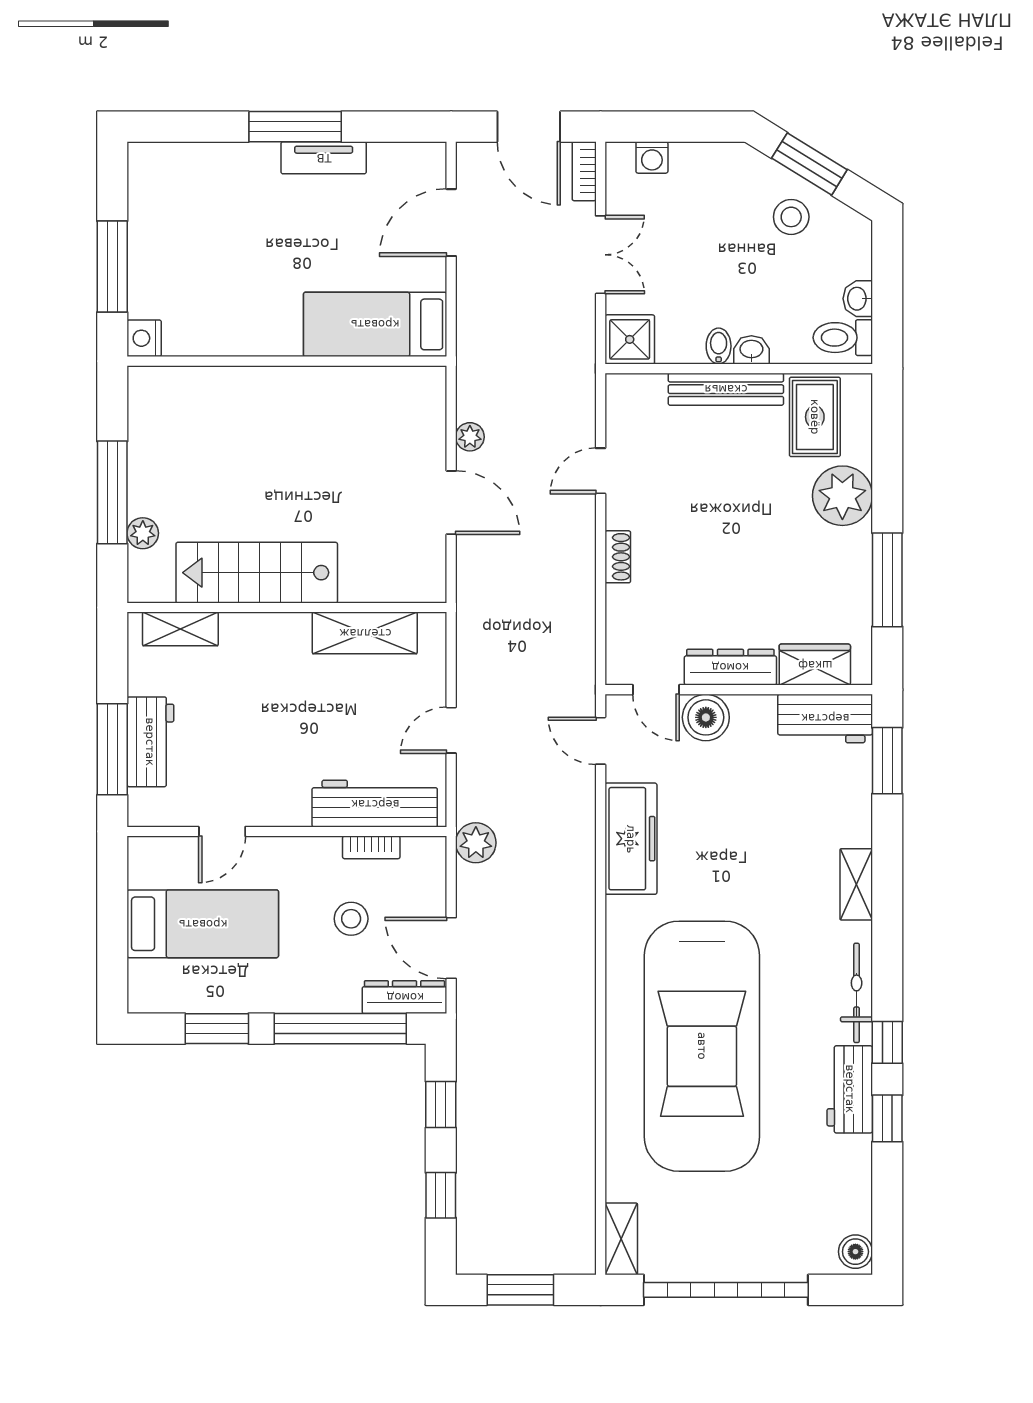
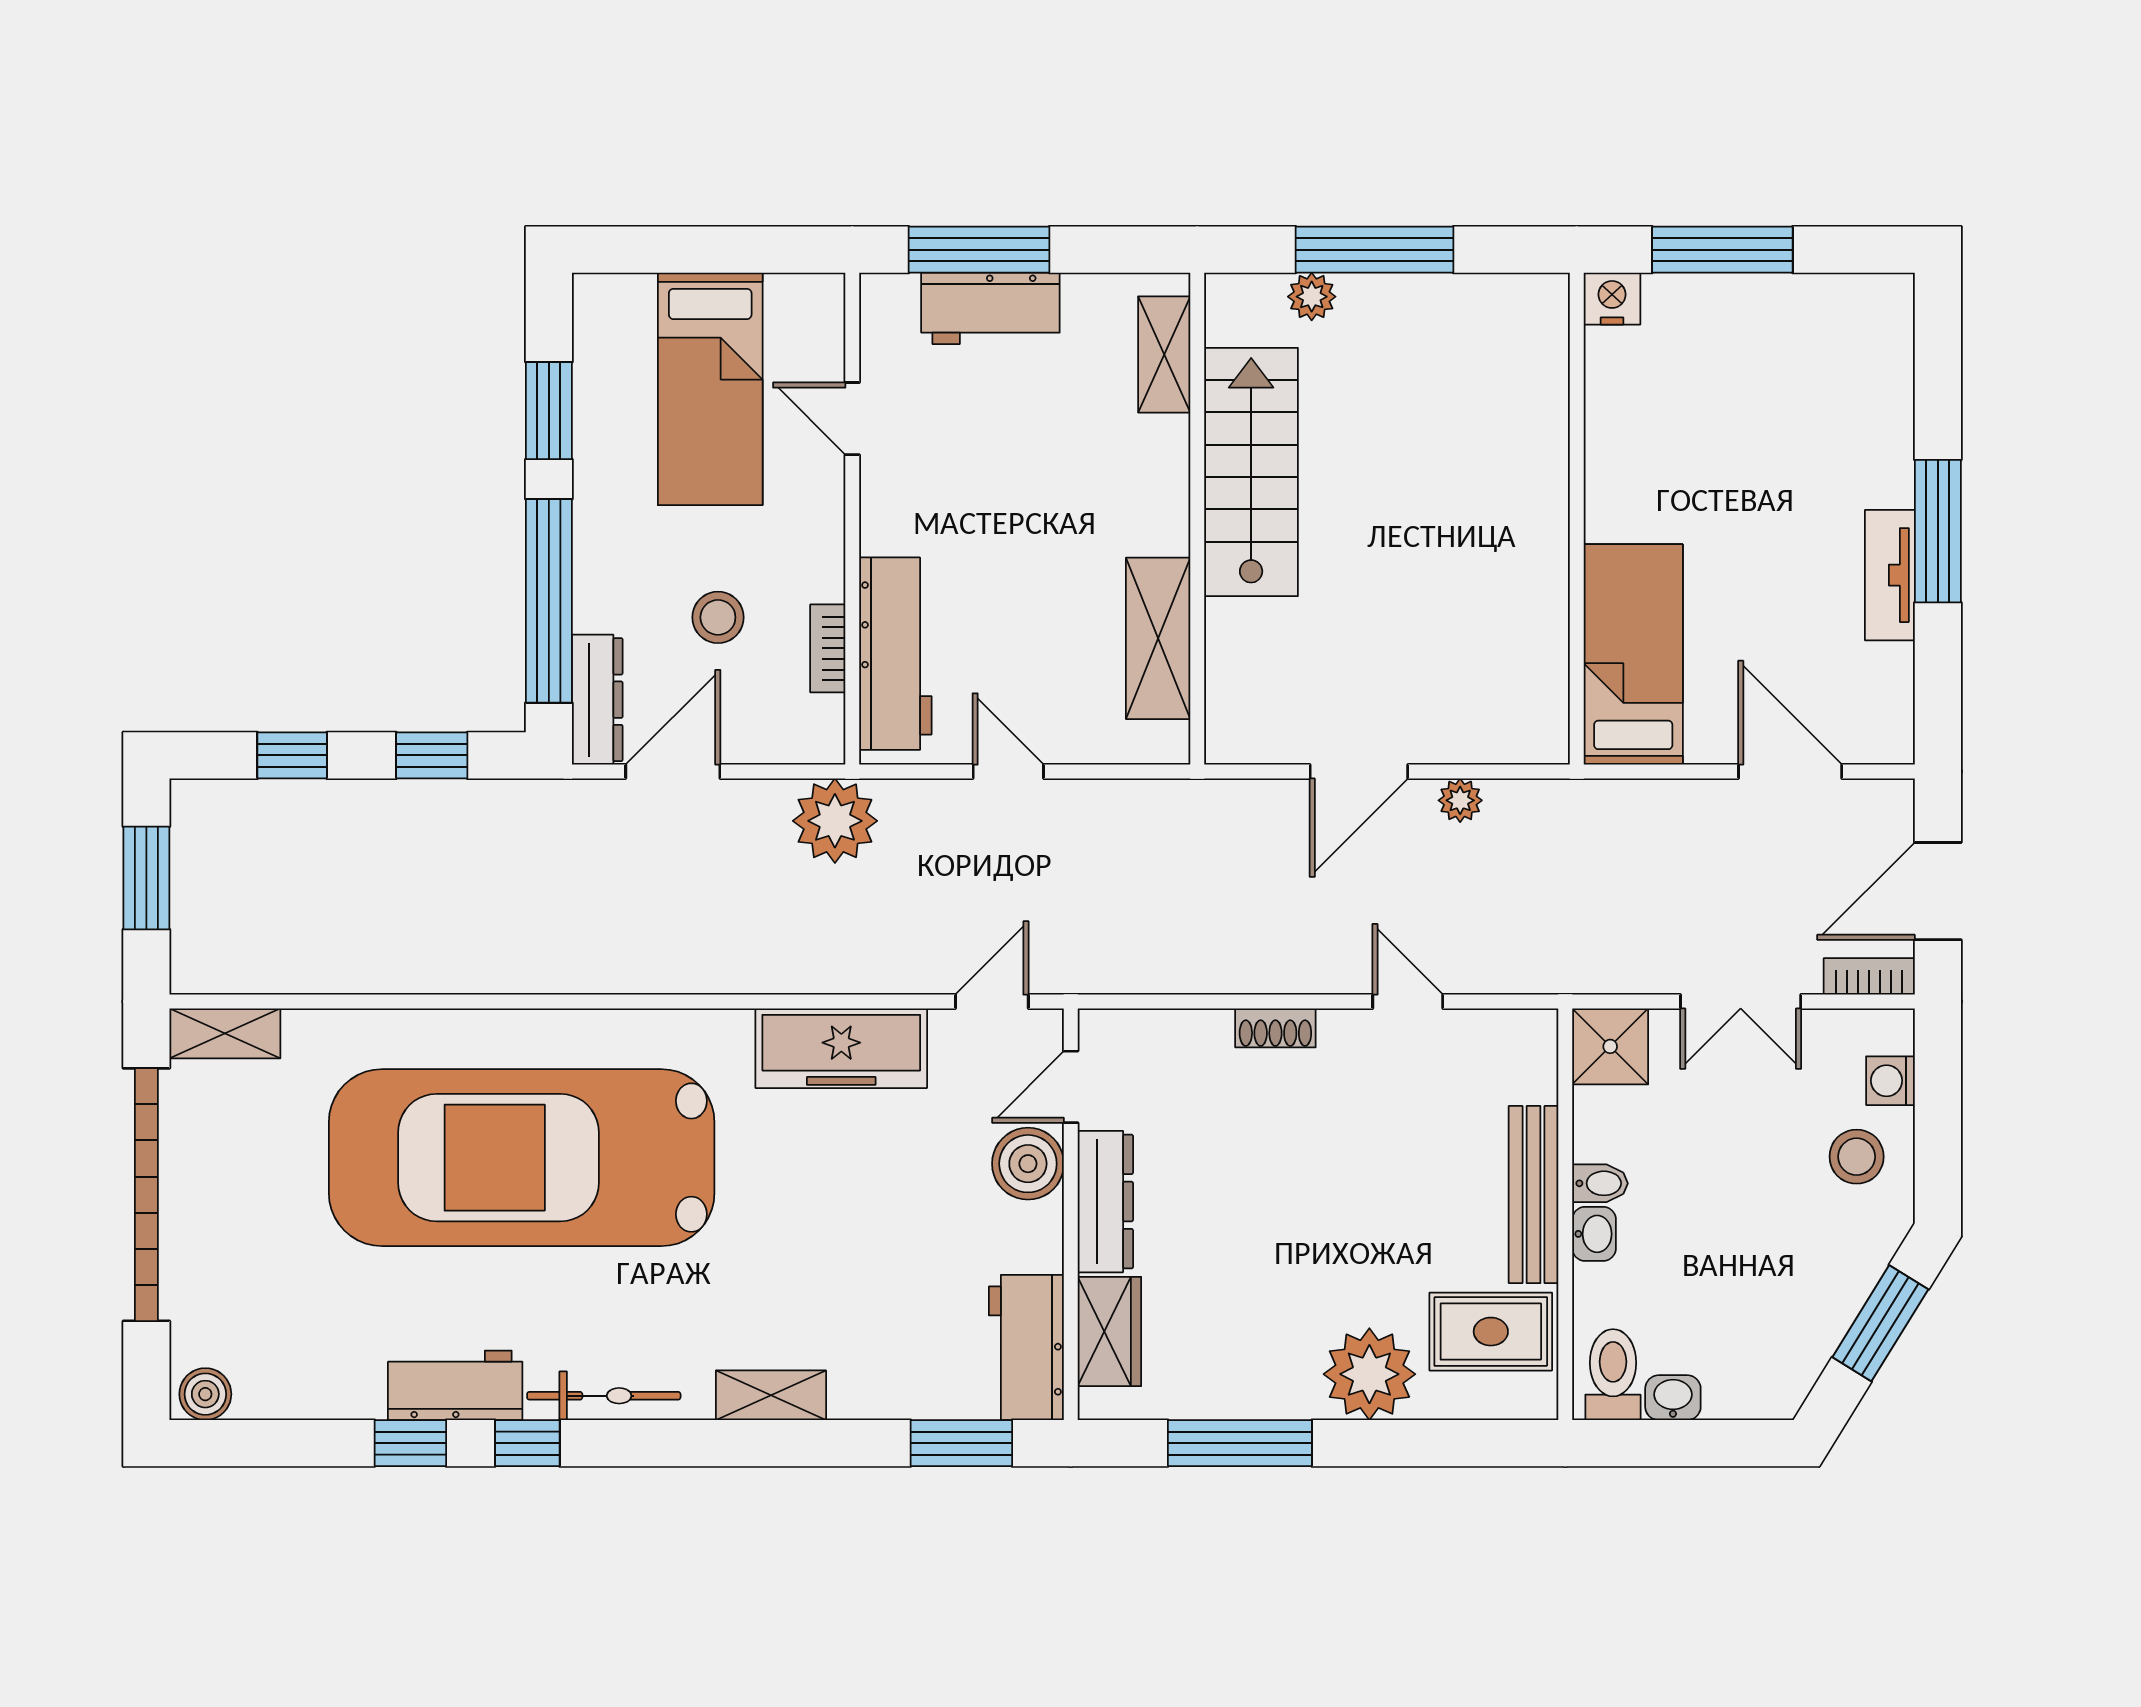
stool: (791, 217) -> (1857, 1157), moved
plant: (476, 843) -> (835, 821), width x1.36, depth x1.36

